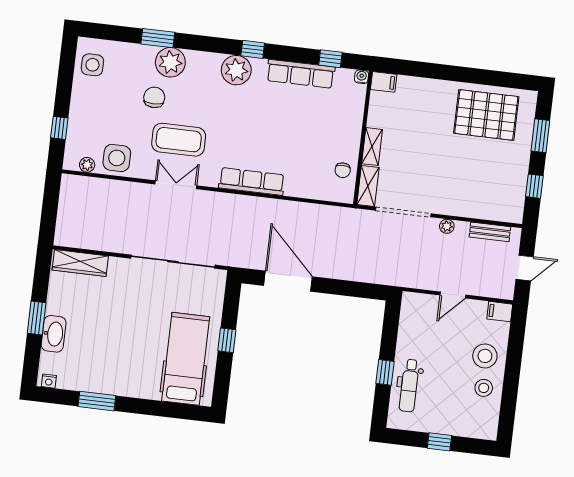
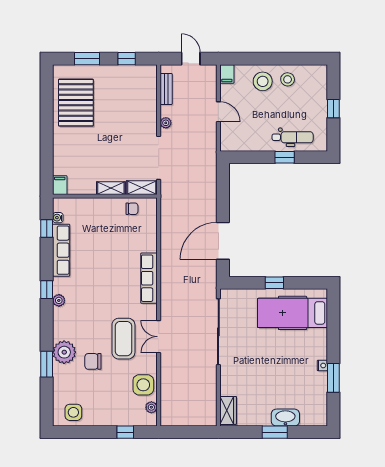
plant: (236, 70) -> (59, 300), width x0.53, depth x0.53
water cooler: (361, 77) -> (58, 218), moved
wardrobe: (80, 263) -> (228, 410), width x0.67
nightstand: (49, 381) -> (322, 365), moved

